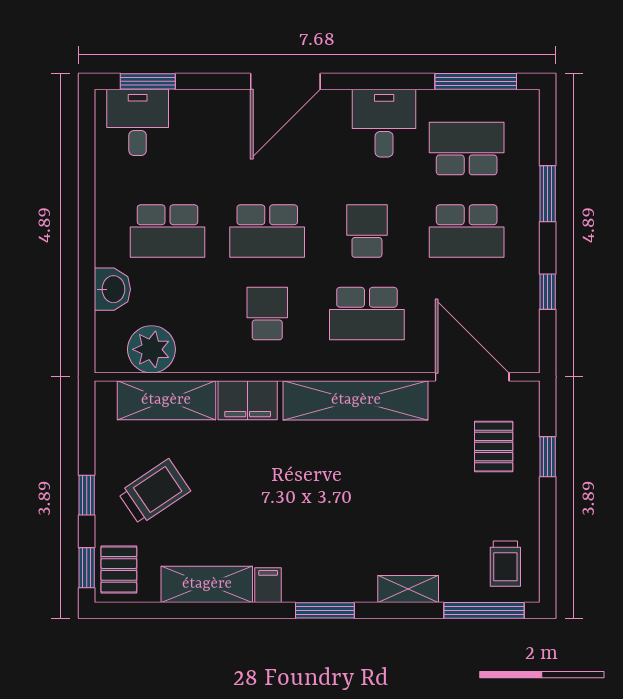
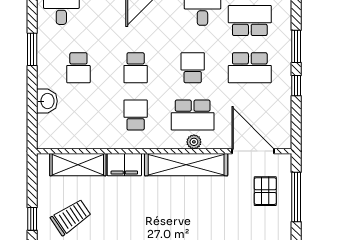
window: (87, 199) -> (32, 49), added
school desk: (168, 231) -> (78, 68), width x0.54
school desk: (267, 231) -> (136, 68), width x0.54
window: (548, 292) -> (296, 86), moved
plant: (151, 349) -> (194, 142), moved, width x0.53, depth x0.53
window: (548, 457) -> (296, 197), width x2.17

